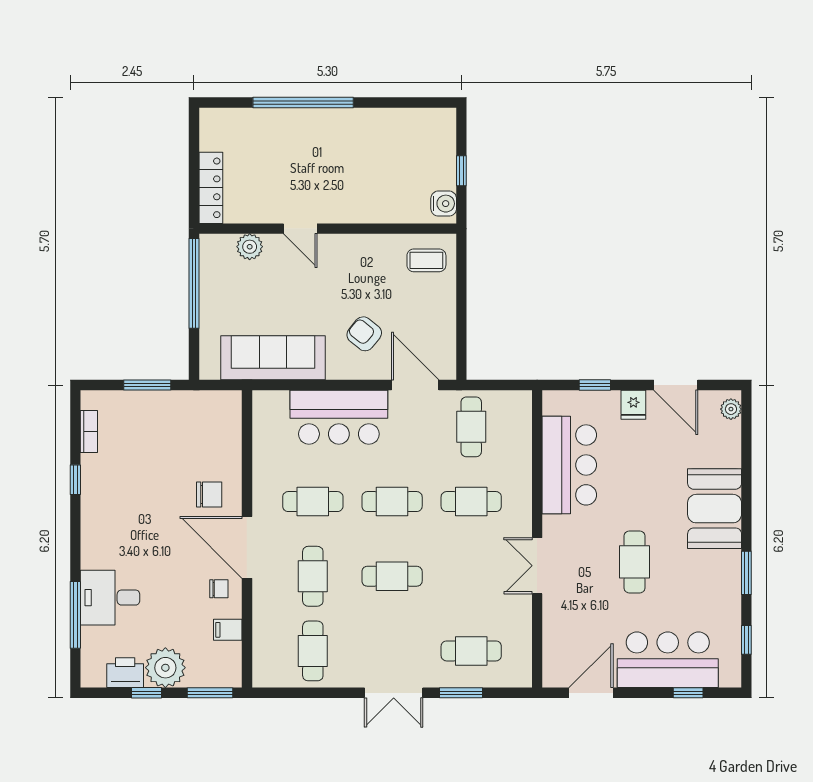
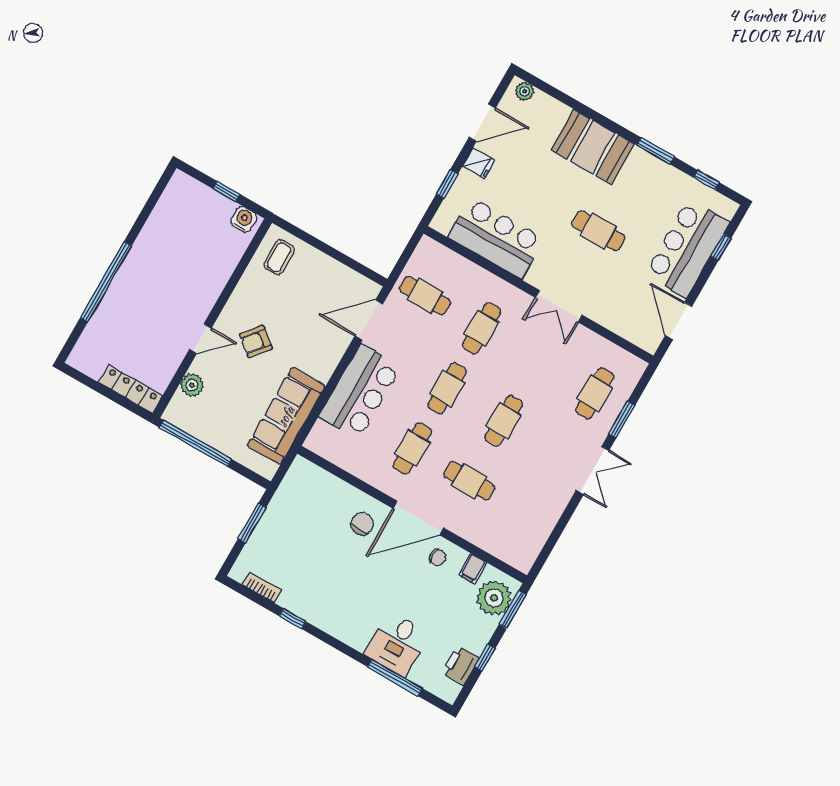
armchair: (364, 334) -> (256, 341), moved
chair: (219, 589) -> (438, 557), turned 90
cafe table: (313, 651) -> (526, 513), removed
plant: (165, 668) -> (494, 598), moved

